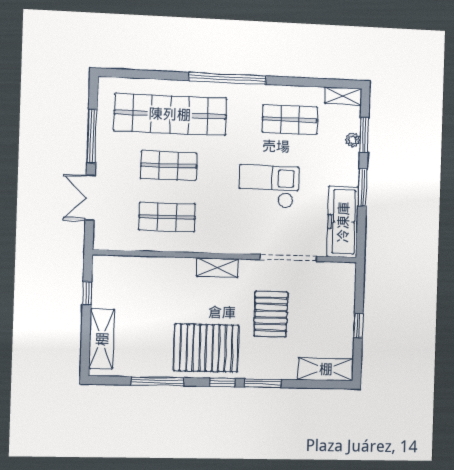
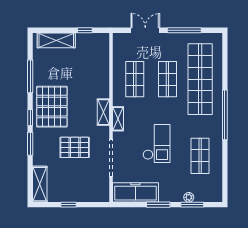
shelving: (343, 96) -> (118, 119), moved

